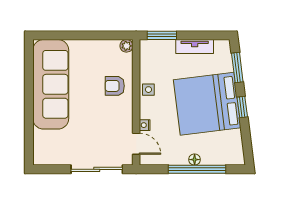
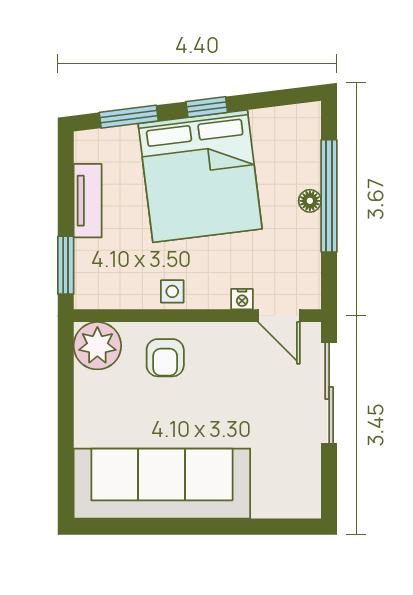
plant: (126, 46) -> (97, 346), width x1.87, depth x1.87
door: (136, 144) -> (279, 316), swing flipped

